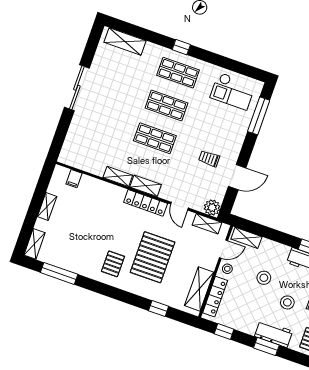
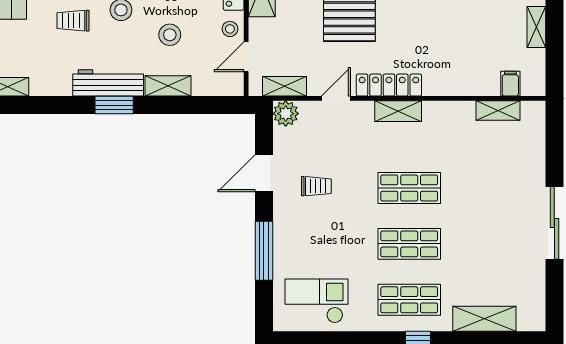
shelving: (125, 42) -> (484, 319), moved
window: (259, 116) -> (264, 251), moved
shelving: (118, 176) -> (498, 110), moved
door: (179, 206) -> (336, 98), hinge flipped
shelving: (246, 238) -> (168, 86), moved

